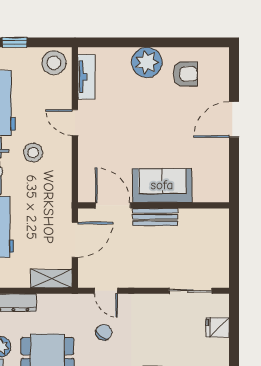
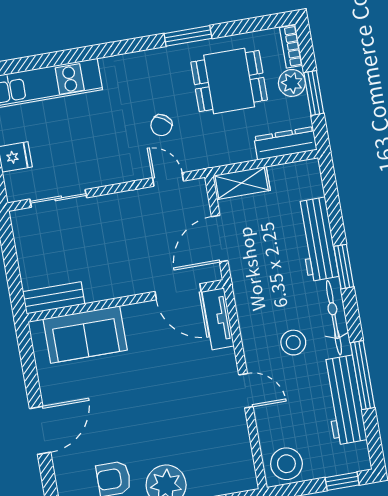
tv unit: (86, 77) -> (218, 319), moved
sofa: (162, 185) -> (85, 335), moved
bench: (155, 217) -> (54, 298), moved

